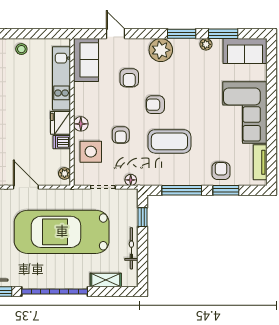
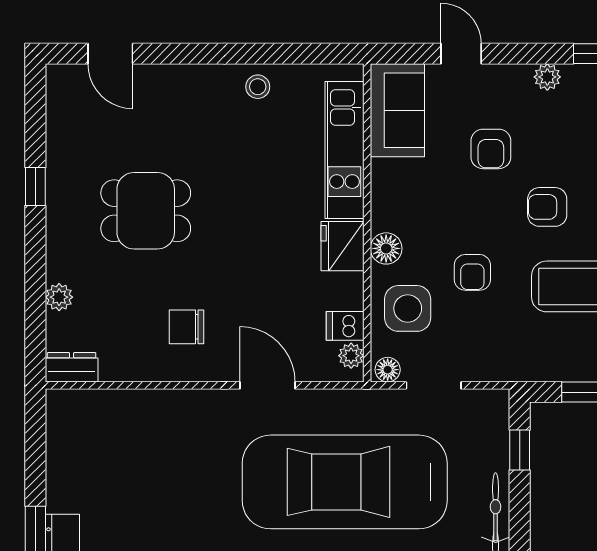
plant: (161, 50) -> (547, 77), width x0.53, depth x0.53
dishwasher: (62, 142) -> (345, 326), moved
floor lamp: (131, 180) -> (388, 370), moved

